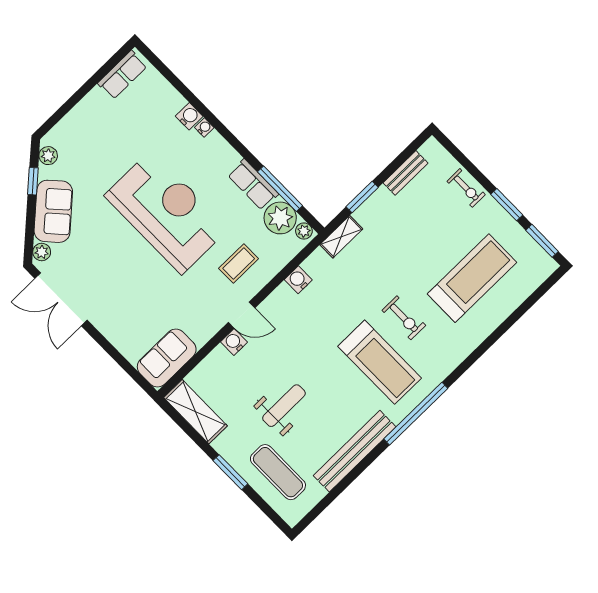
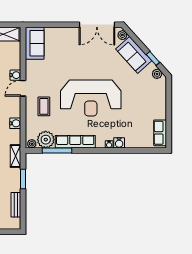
row of seats: (253, 185) -> (75, 142), width x1.48
double door: (61, 299) -> (97, 25), swing flipped

